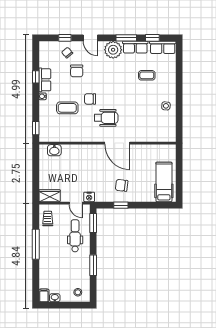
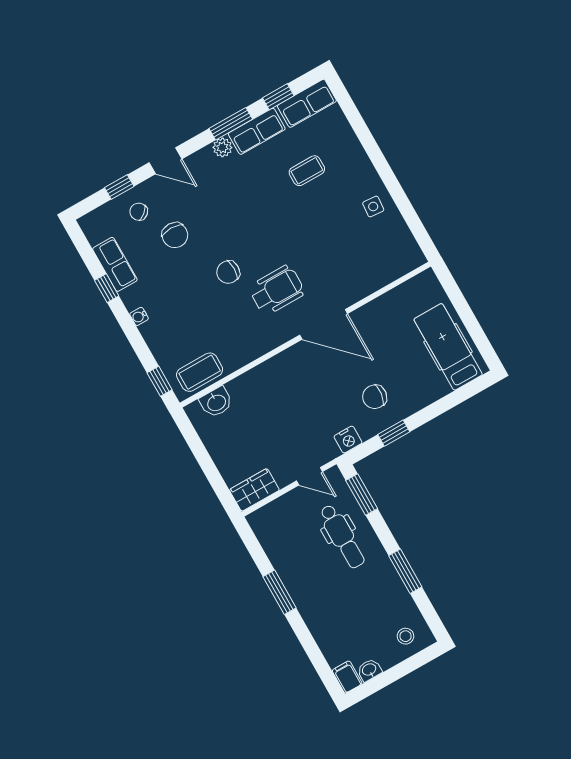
plant: (113, 50) -> (222, 147), width x0.53, depth x0.53
row of seats: (45, 80) -> (115, 264), moved
coffee table: (67, 108) -> (200, 372), moved
nightstand: (89, 197) -> (348, 440), moved
trolley: (48, 219) -> (275, 533), removed
dental chair: (75, 236) -> (342, 536), turned 180
window: (36, 244) -> (279, 592), width x0.69

